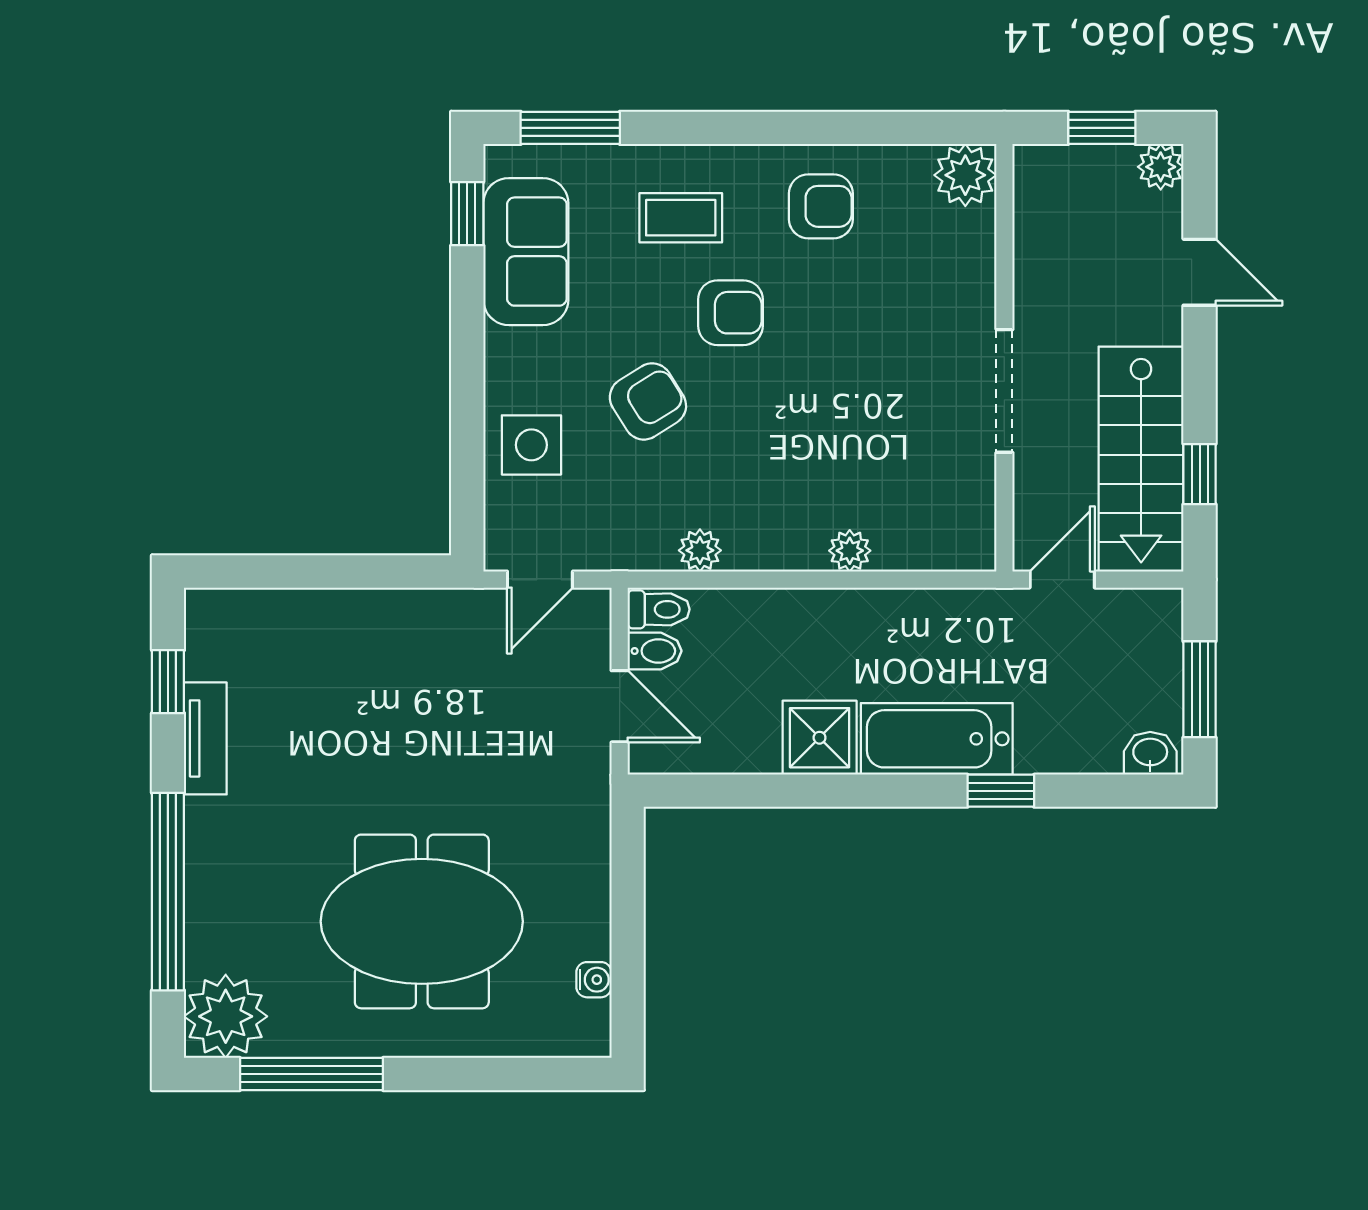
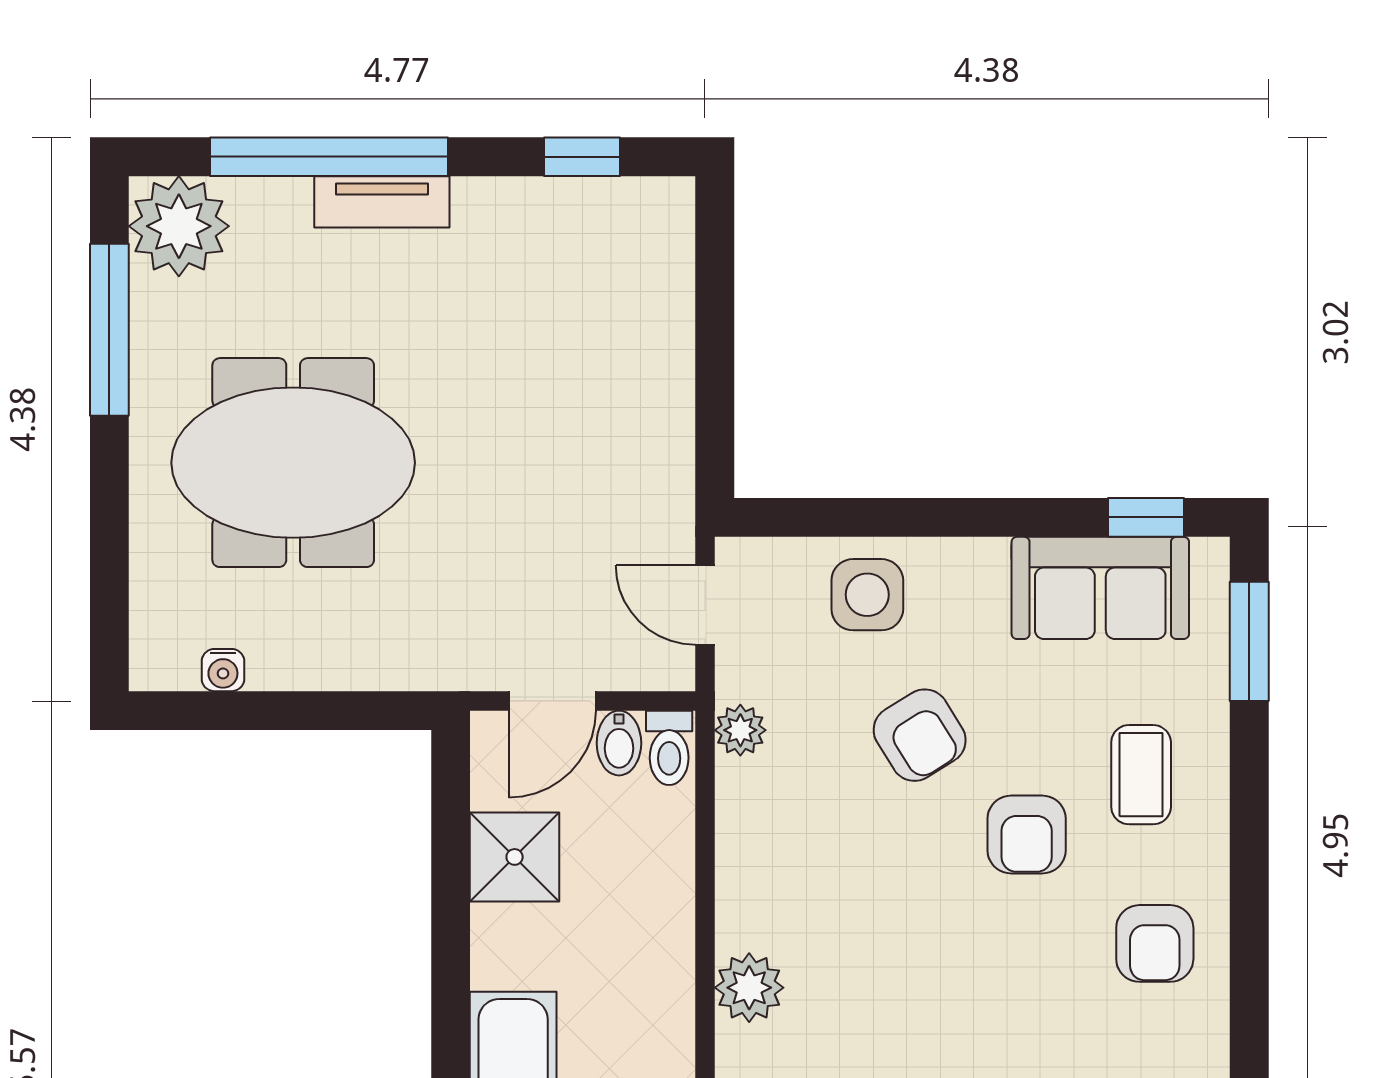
plant: (700, 550) -> (740, 730), moved
plant: (850, 551) -> (749, 988), width x1.38, depth x1.38
tv unit: (205, 738) -> (382, 202), moved
shower: (820, 738) -> (515, 857), moved
meeting table: (422, 921) -> (293, 463), turned 90

